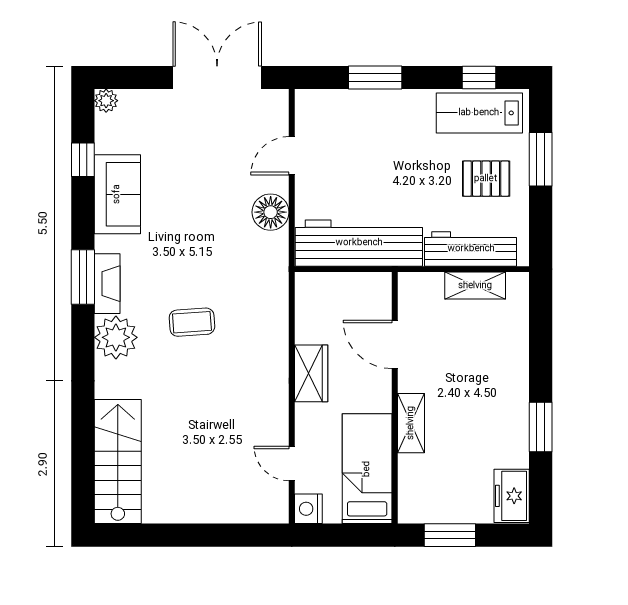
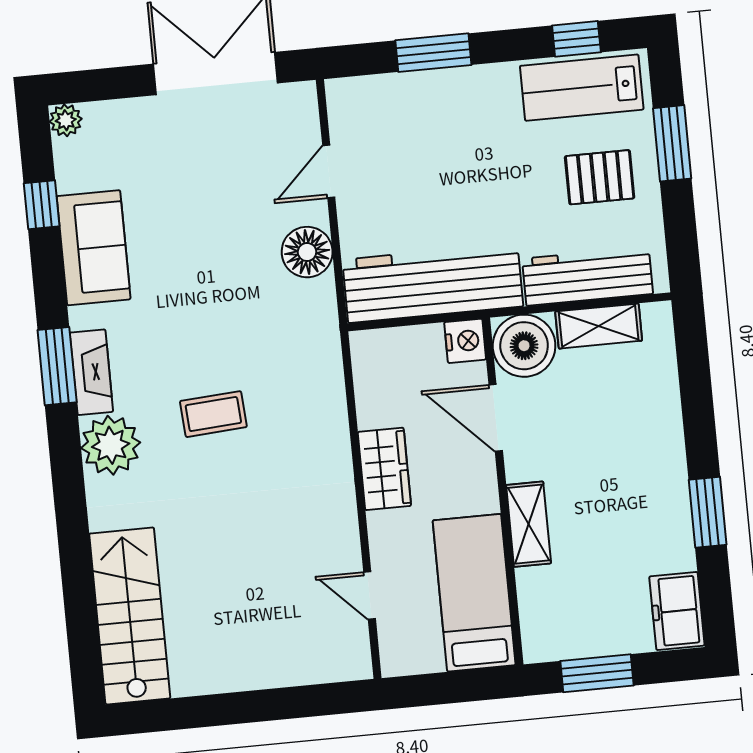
boiler: (420, 295) -> (524, 346), added
nightstand: (308, 509) -> (465, 341), moved, turned 180

